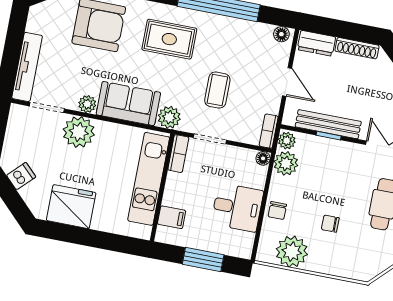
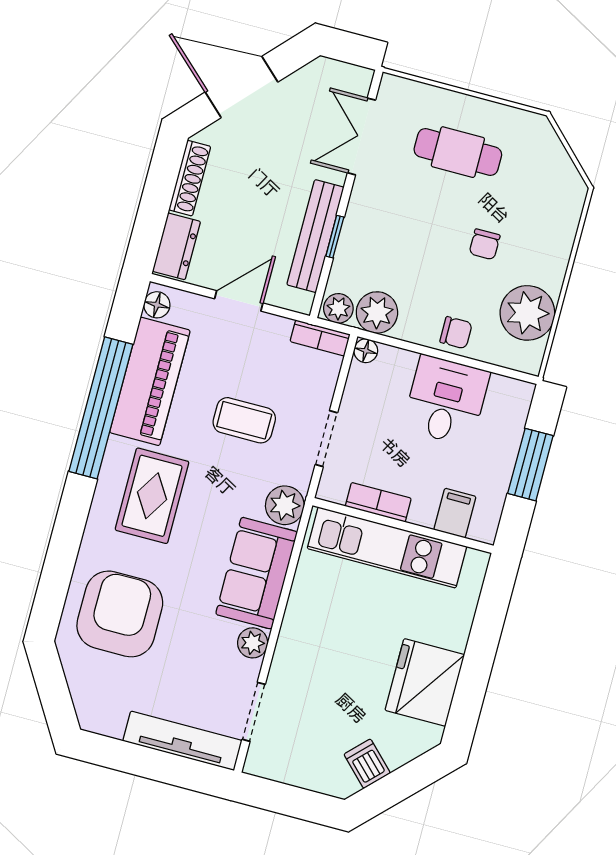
piano: (236, 33) -> (150, 381), added
plant: (79, 132) -> (299, 661), removed
bookcase: (178, 154) -> (378, 502), moved

